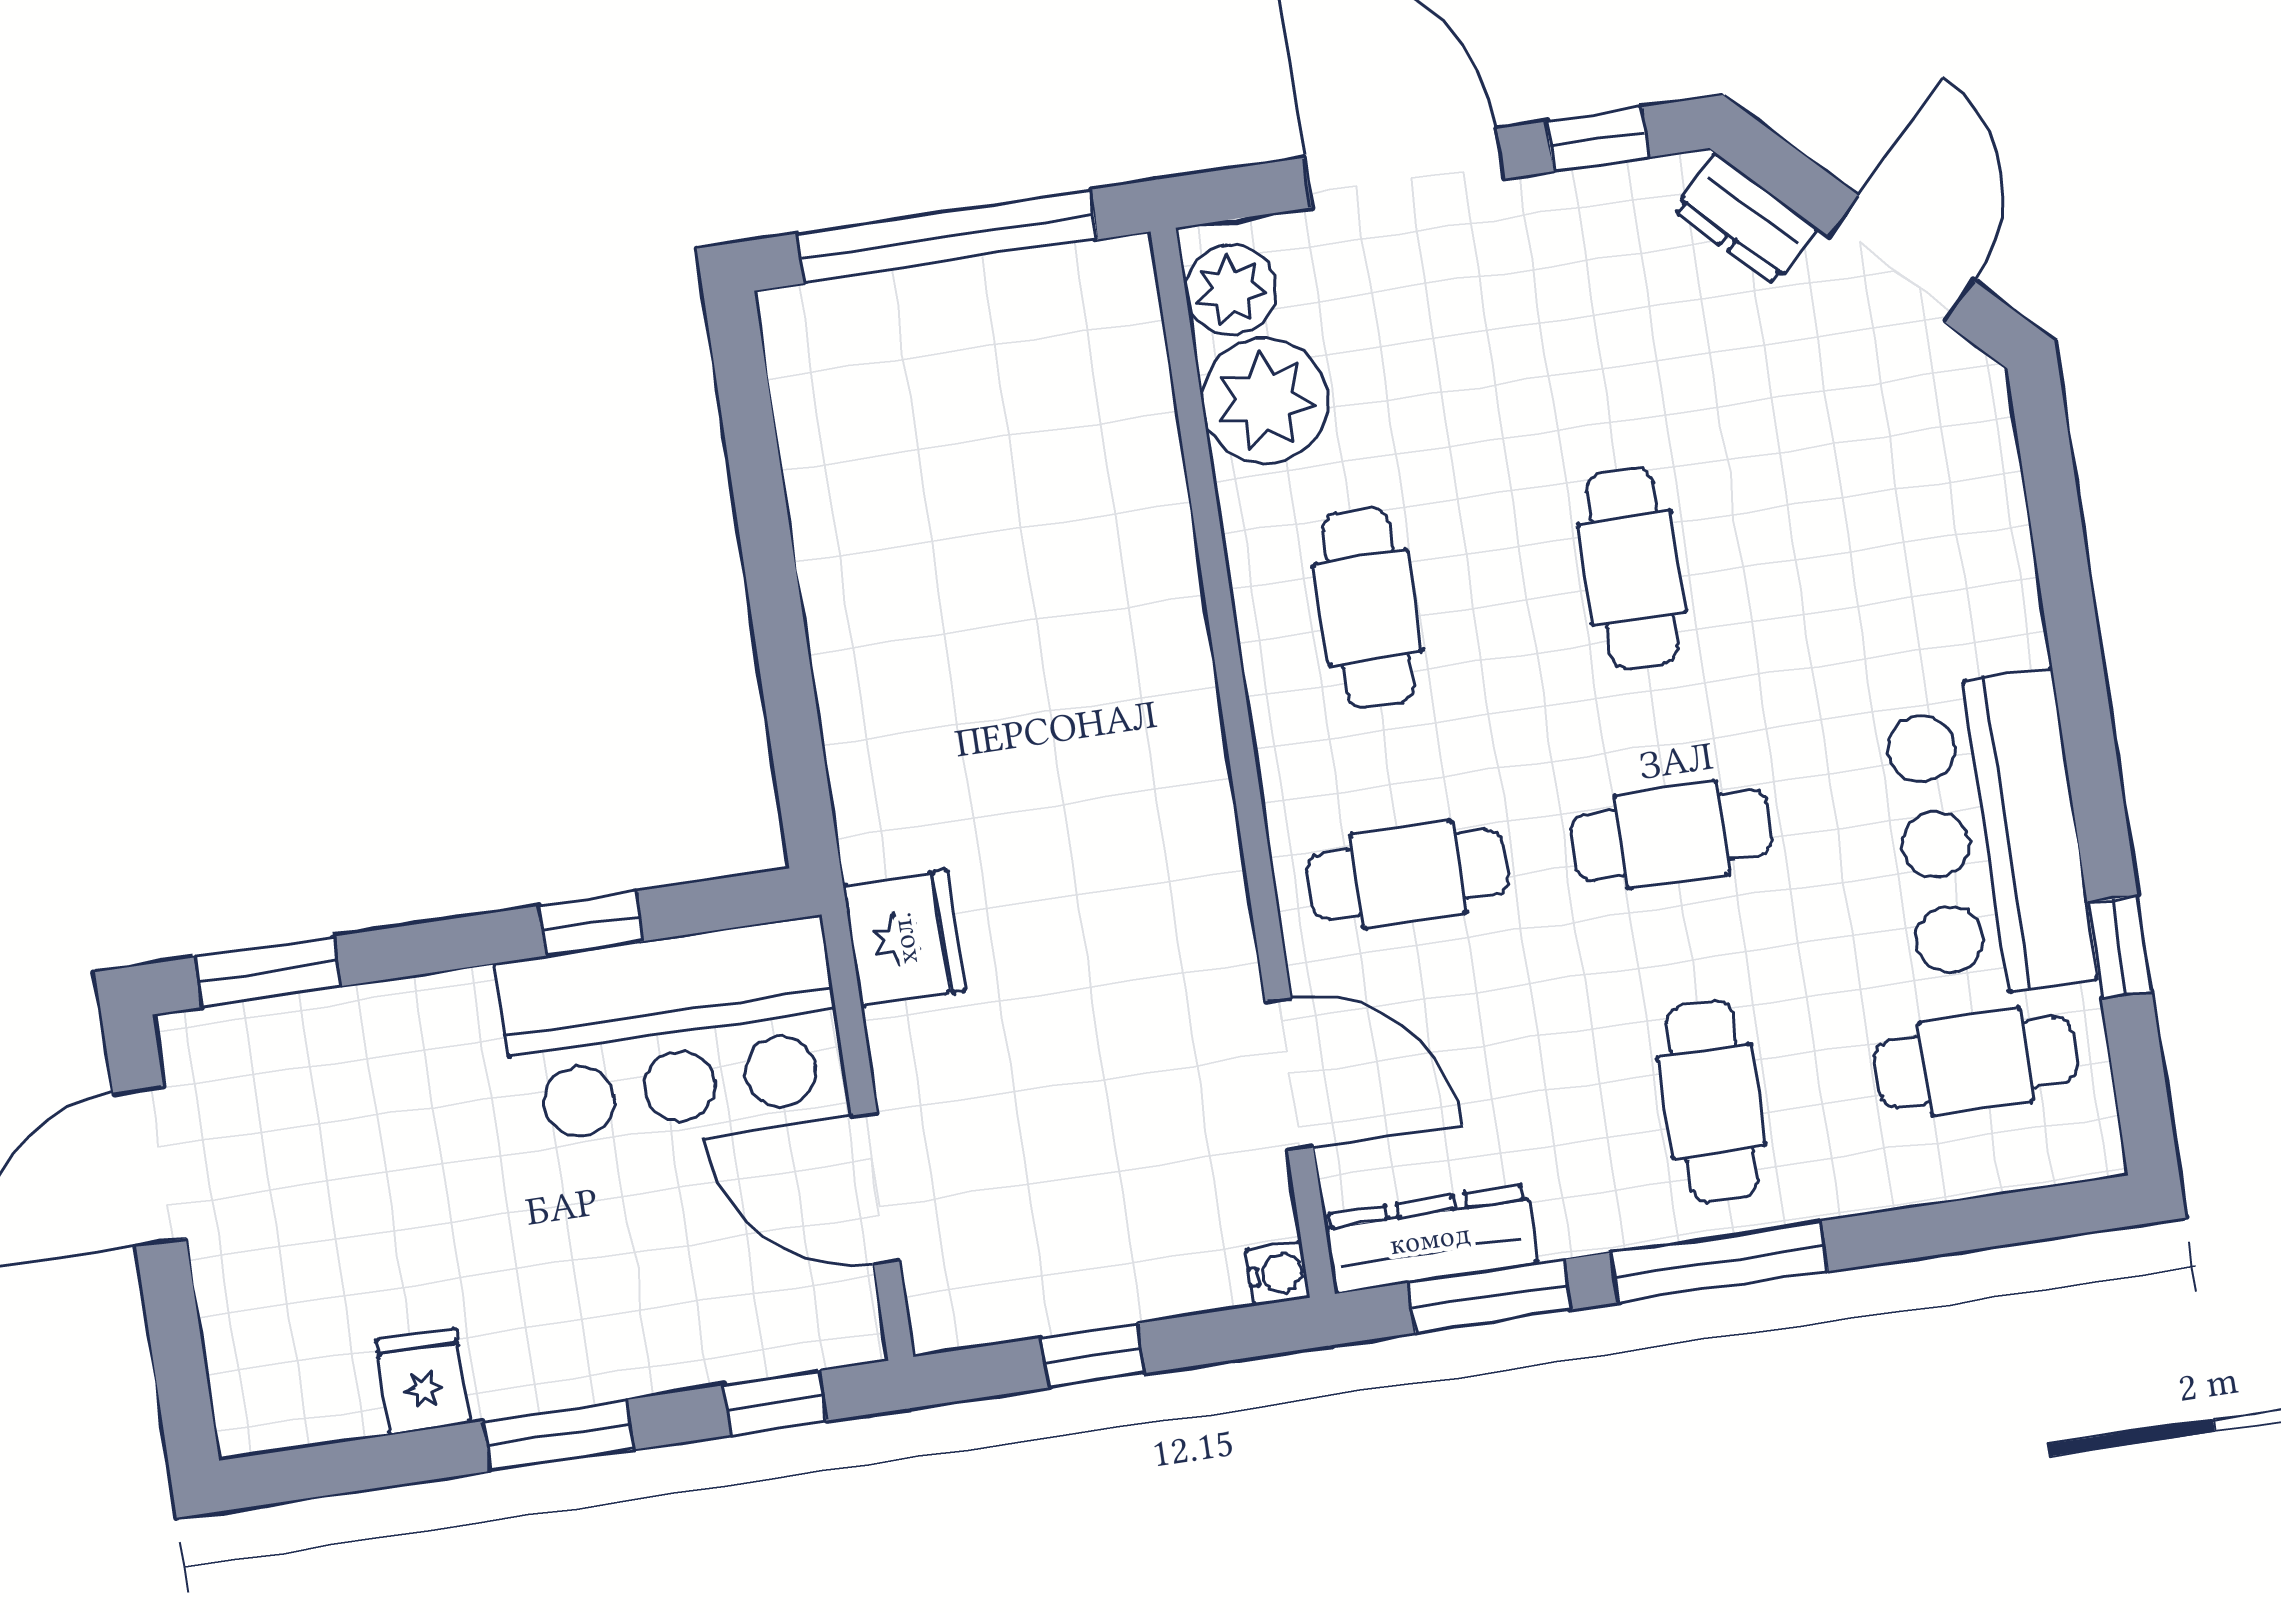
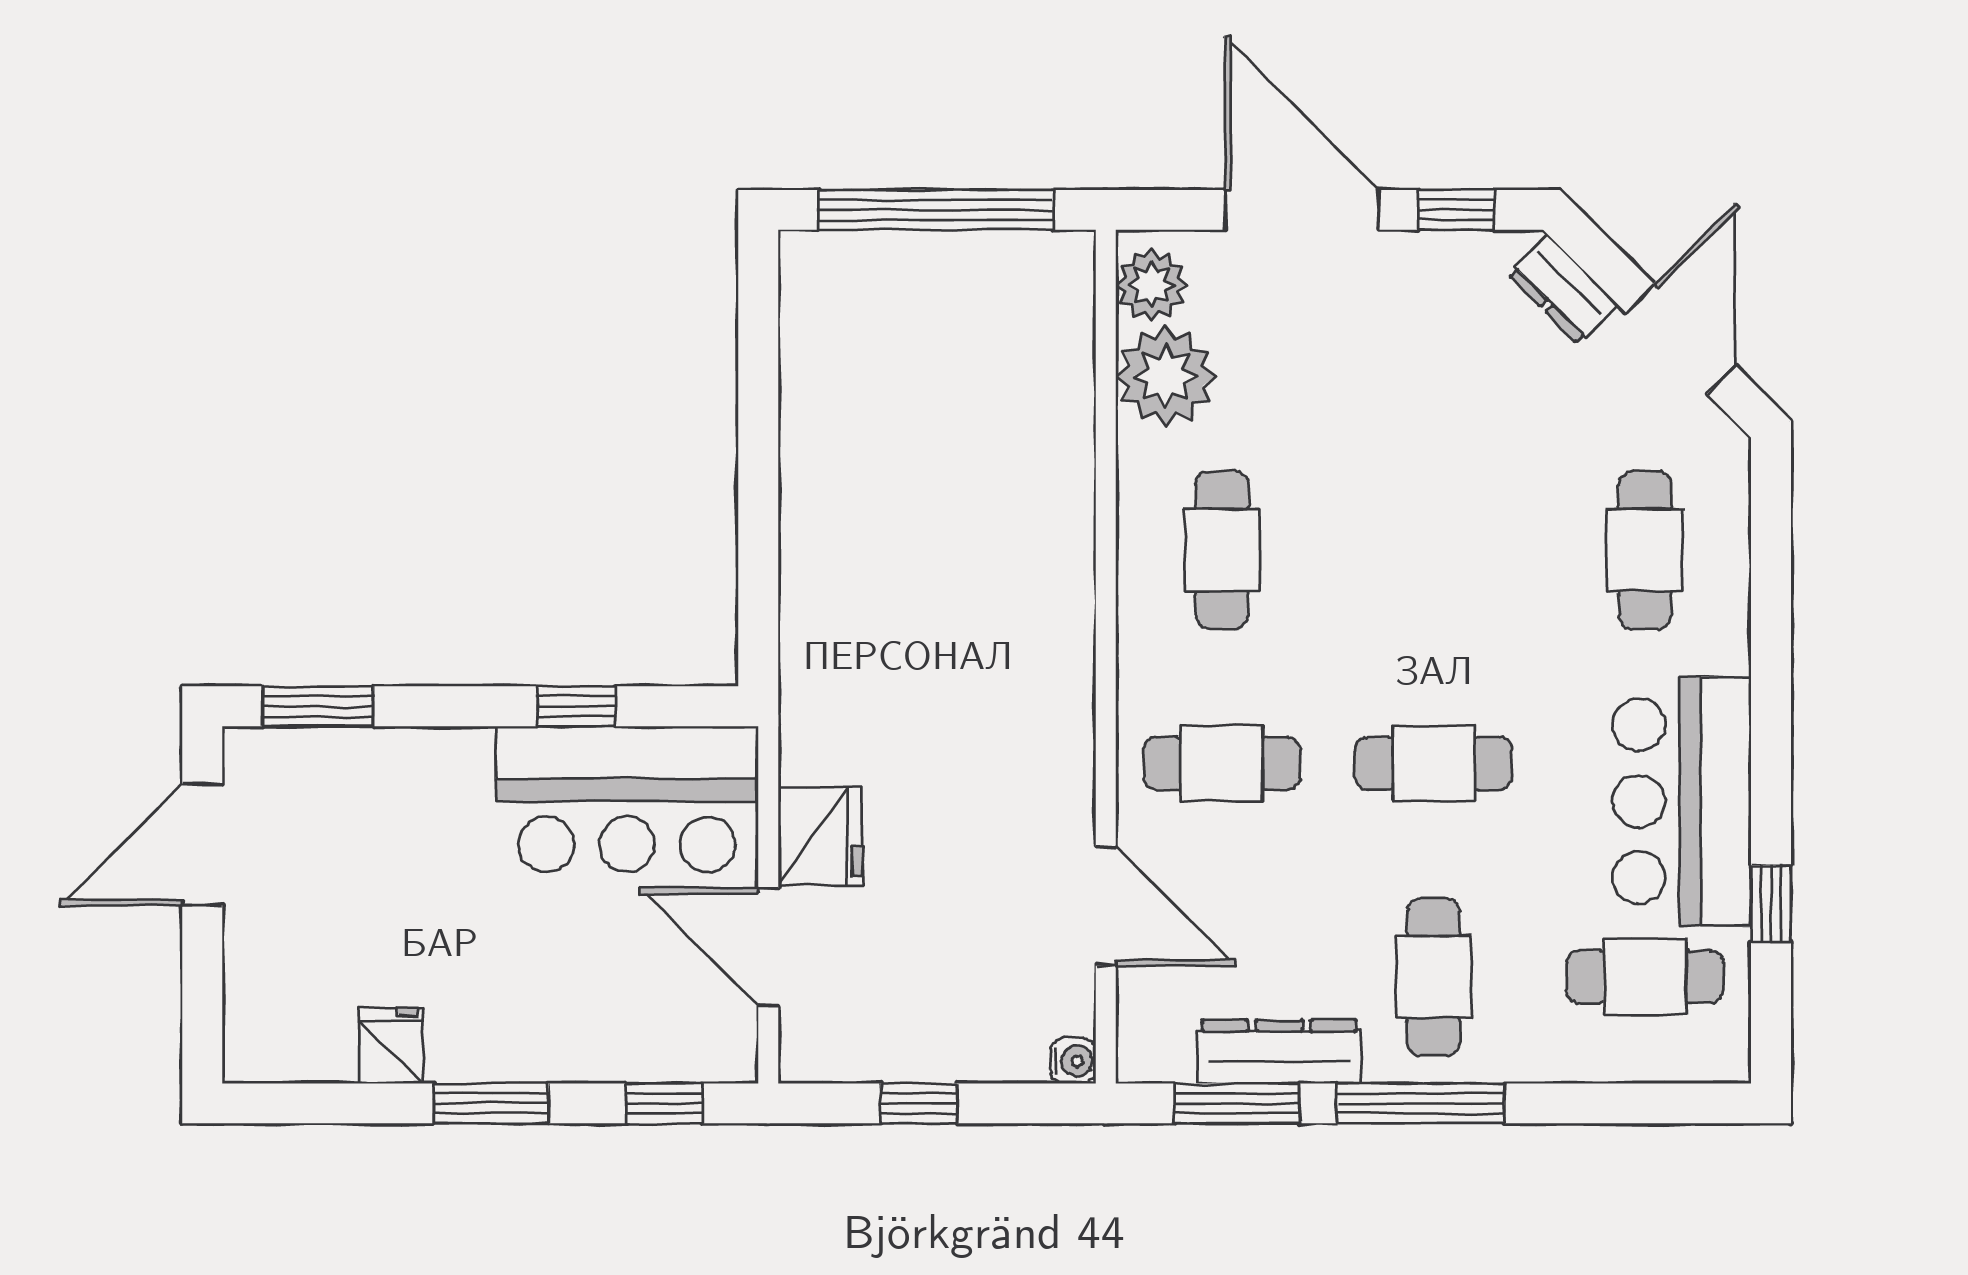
cafe table: (1632, 568) -> (1645, 550), moved
fridge: (904, 938) -> (820, 836), moved
dresser: (1430, 1239) -> (1279, 1052), moved

